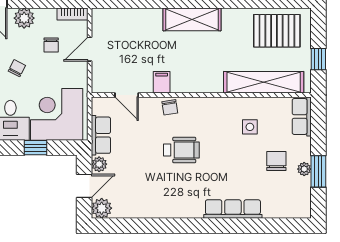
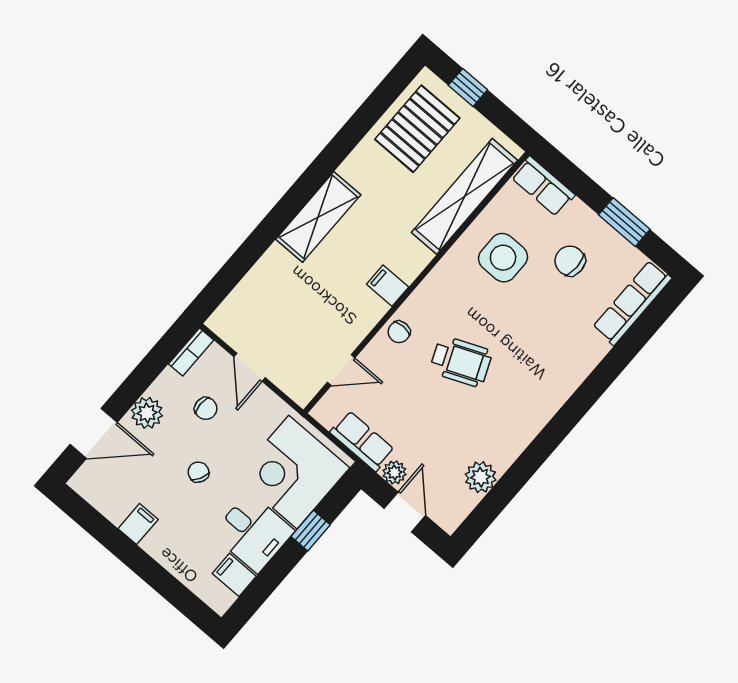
window: (318, 59) -> (468, 87), moved
filing cabinet: (162, 82) -> (388, 286), moved
chair: (170, 107) -> (399, 332), turned 99
side table: (250, 127) -> (503, 258), width x1.87, depth x1.87
wheelchair: (181, 150) -> (461, 361), turned 67
plant: (304, 169) -> (607, 236), removed
plant: (102, 208) -> (481, 477), moved
row of seats: (233, 209) -> (632, 303), moved

